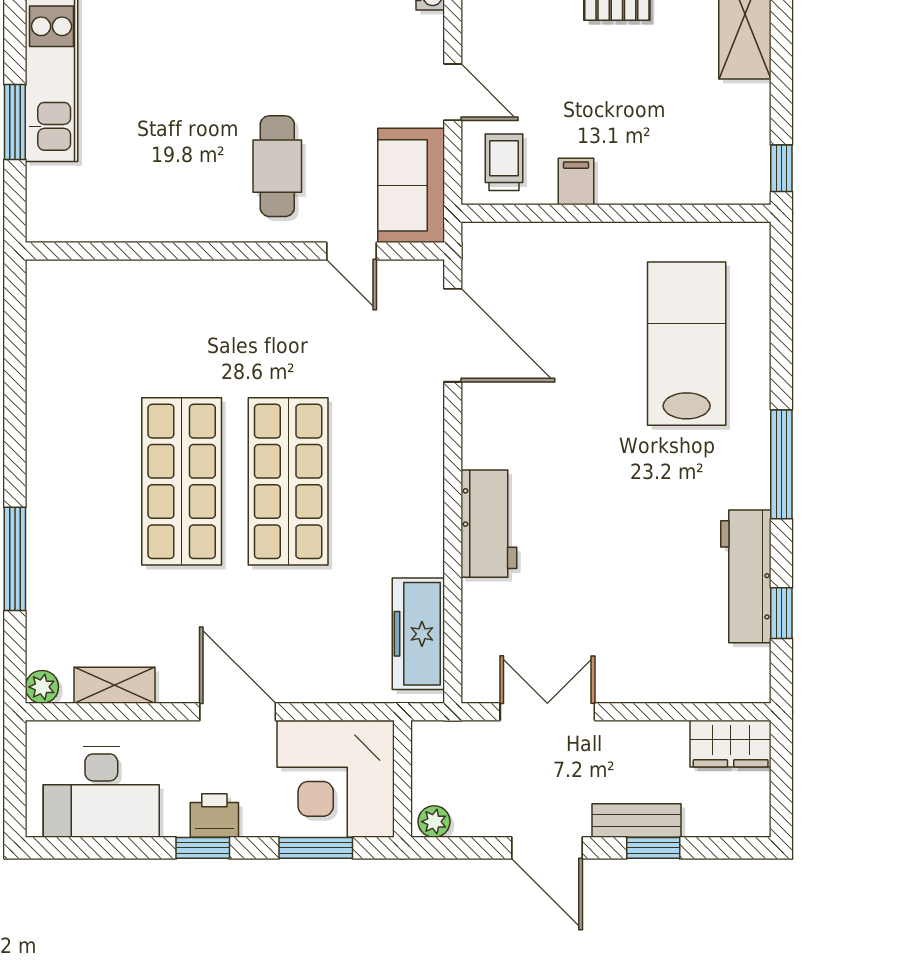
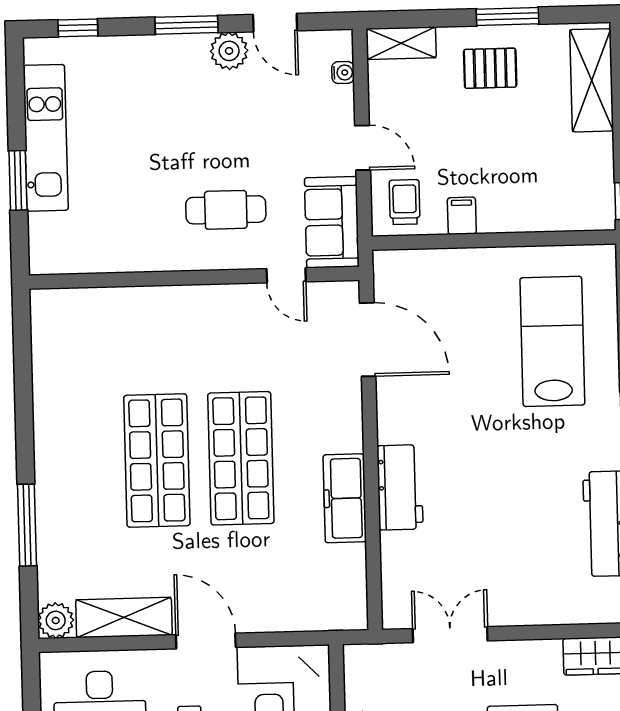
cafe table: (277, 166) -> (226, 210), turned 90
freezer: (418, 634) -> (345, 498), moved
shelving: (115, 685) -> (124, 617), width x1.50, depth x1.33
plant: (42, 687) -> (56, 620), width x1.38, depth x1.38

